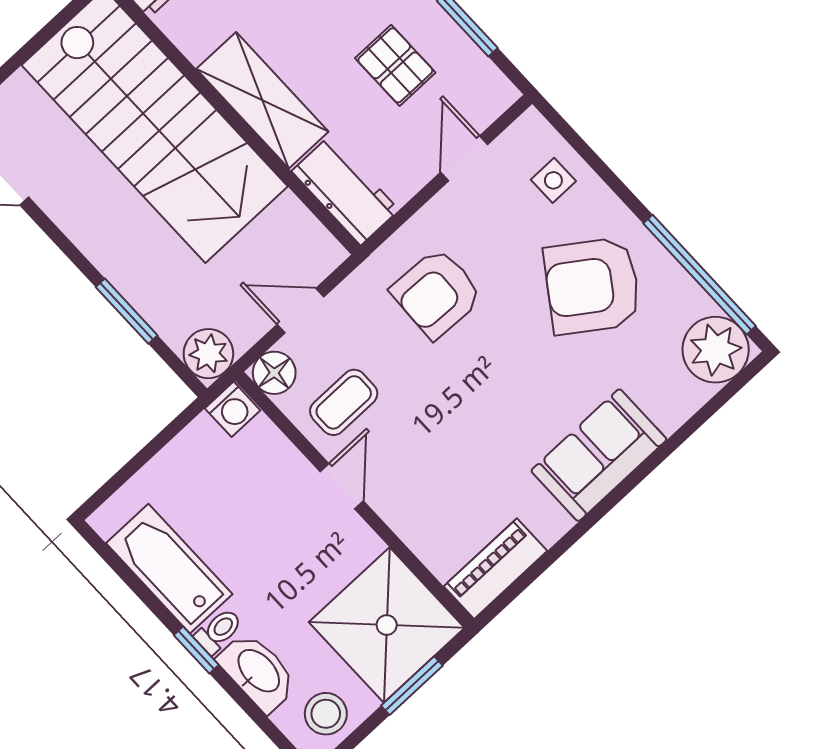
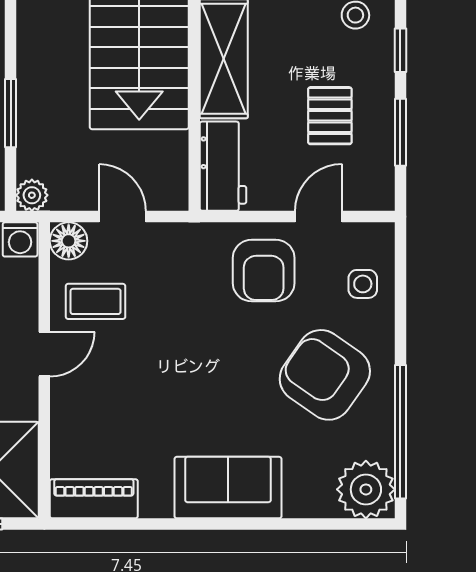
armchair: (437, 293) -> (264, 271), moved, turned -92
plant: (208, 354) -> (32, 195), width x0.73, depth x0.73

